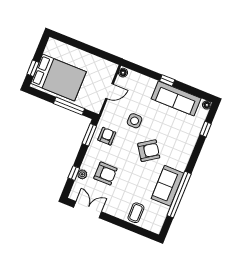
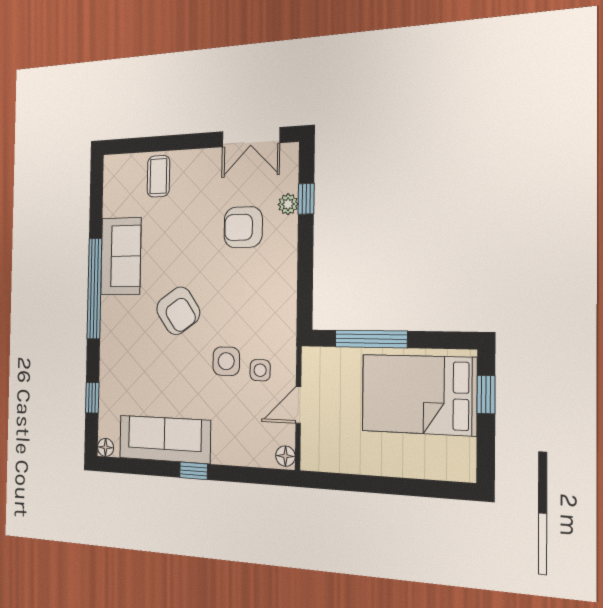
side table: (121, 111) -> (260, 370), added
window: (89, 135) -> (305, 294), removed
armchair: (107, 136) -> (269, 306), removed
armchair: (149, 151) -> (178, 311), turned -91
window: (179, 195) -> (94, 289), moved

